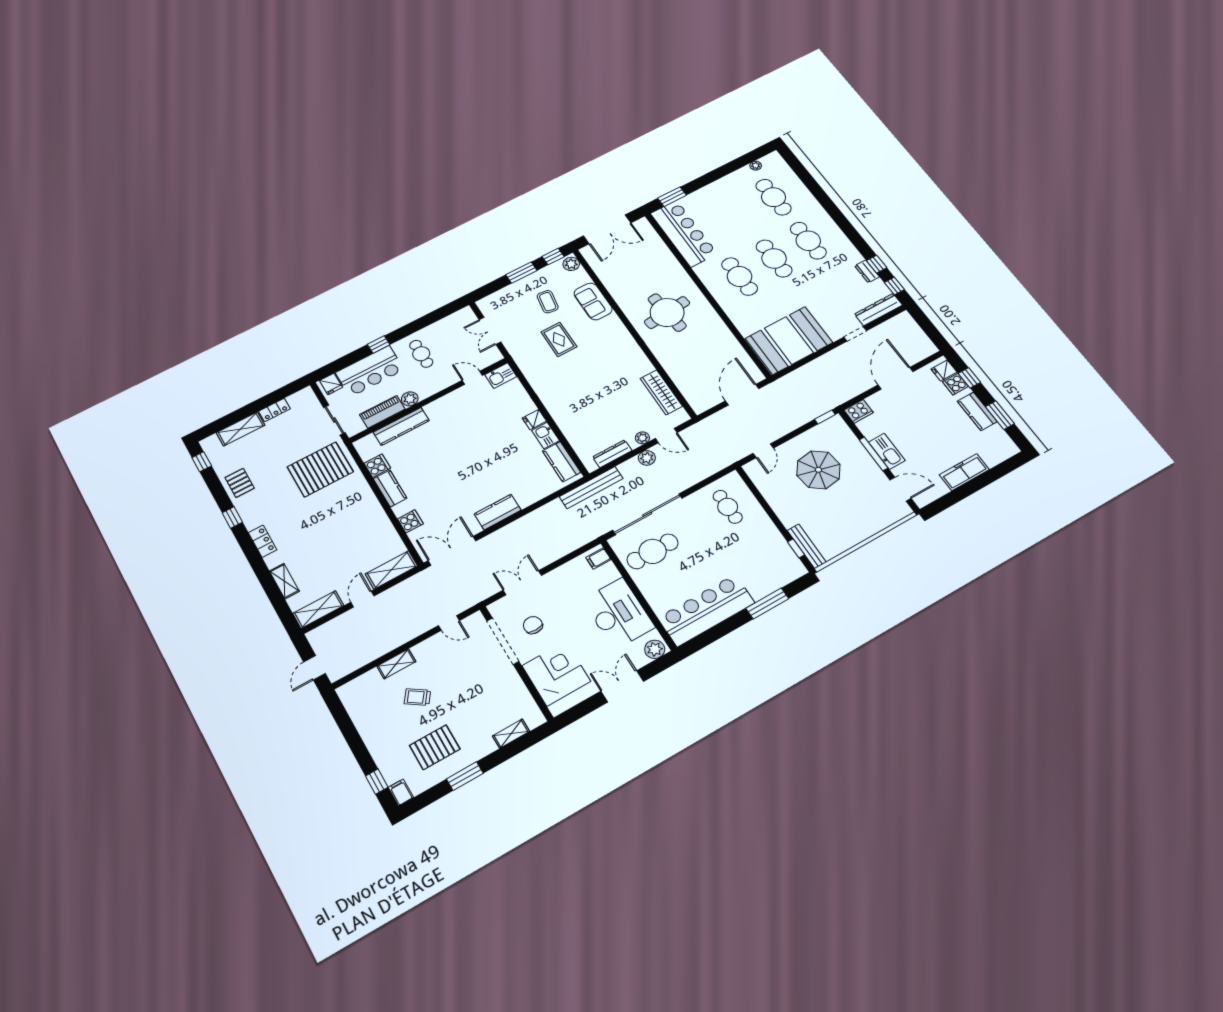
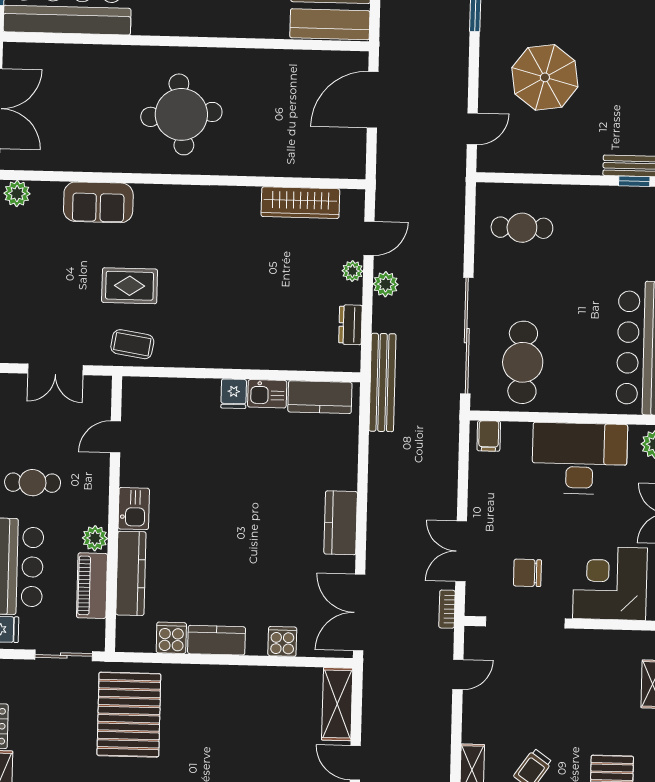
coffee table: (548, 302) -> (132, 344), moved
kitchen sink: (501, 376) -> (134, 509), moved
door: (742, 395) -> (373, 100), hinge flipped
door: (763, 451) -> (472, 129), hinge flipped
dresser: (612, 454) -> (350, 325), width x0.70
bookcase: (484, 595) -> (447, 609), added

